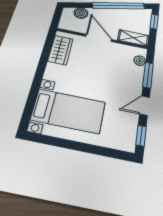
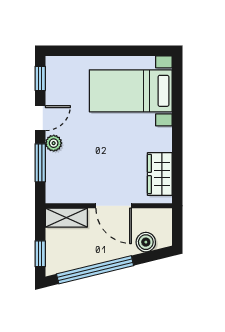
plant: (140, 61) -> (54, 143), moved

